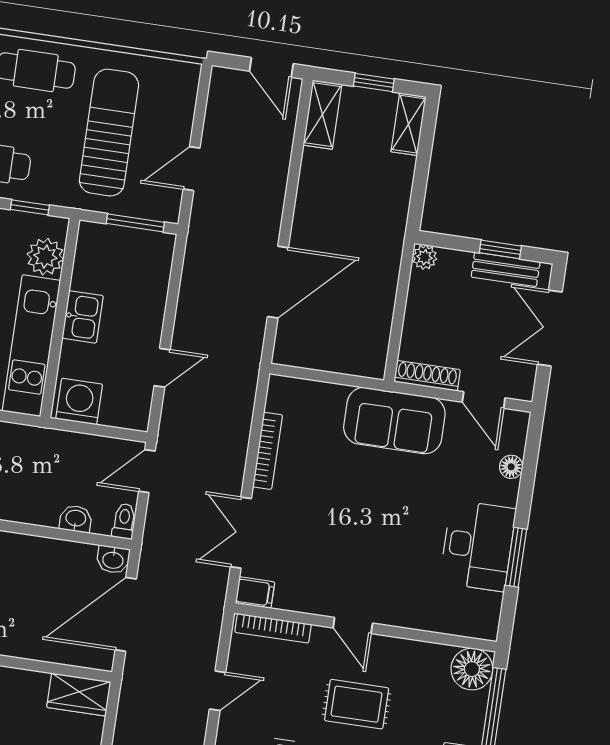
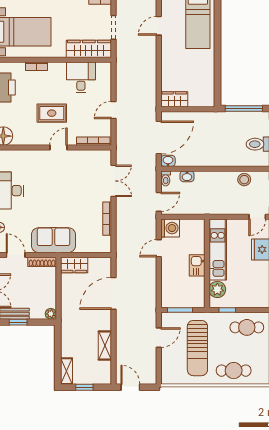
shelving: (322, 115) -> (105, 345), moved
wardrobe: (357, 358) -> (74, 265), added
washing machine: (79, 402) -> (170, 228), moved, turned -90
filing cabinet: (255, 593) -> (103, 156), removed
door: (353, 626) -> (58, 147), hinge flipped

